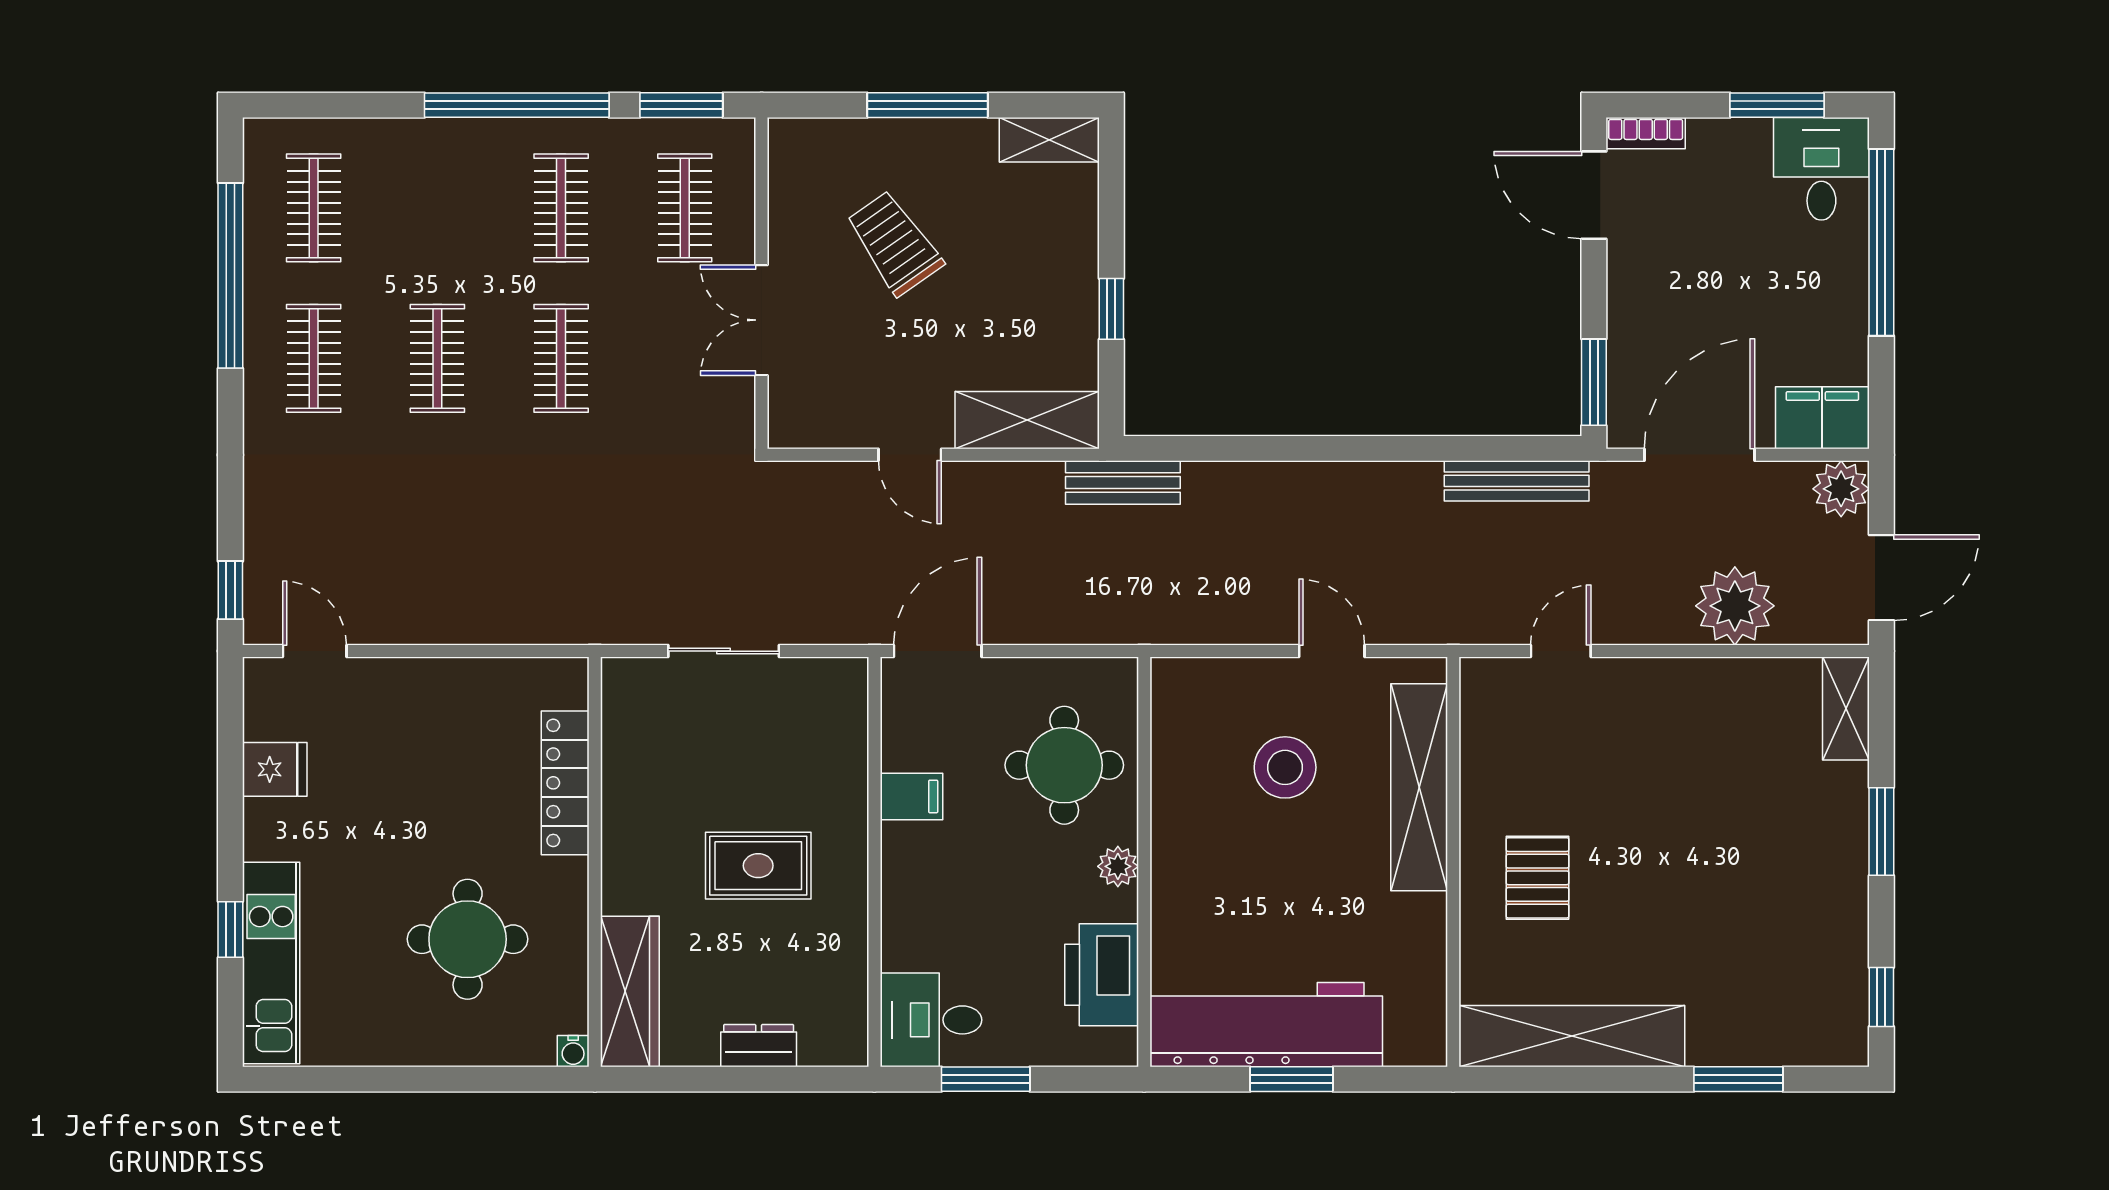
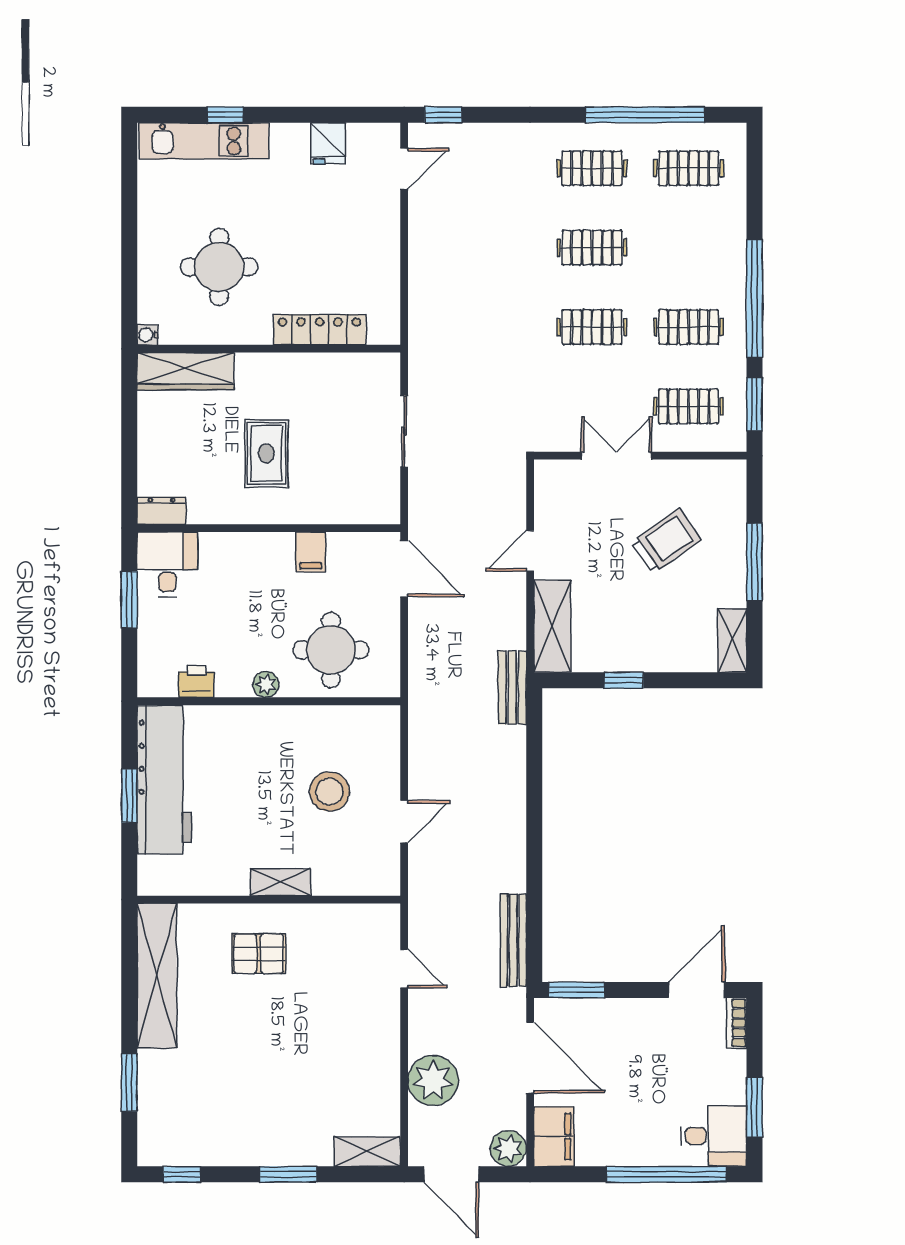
shelving: (1419, 787) -> (280, 882), width x0.45, depth x0.75
printer: (1102, 975) -> (196, 682), width x0.53, depth x0.68
dresser: (759, 1046) -> (162, 511), moved, turned -90

